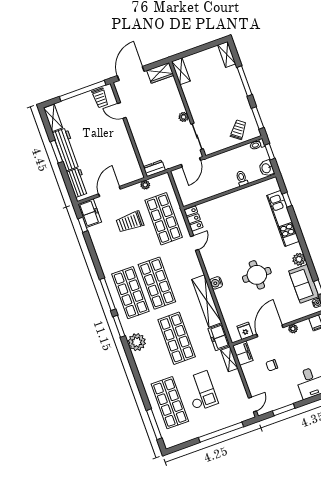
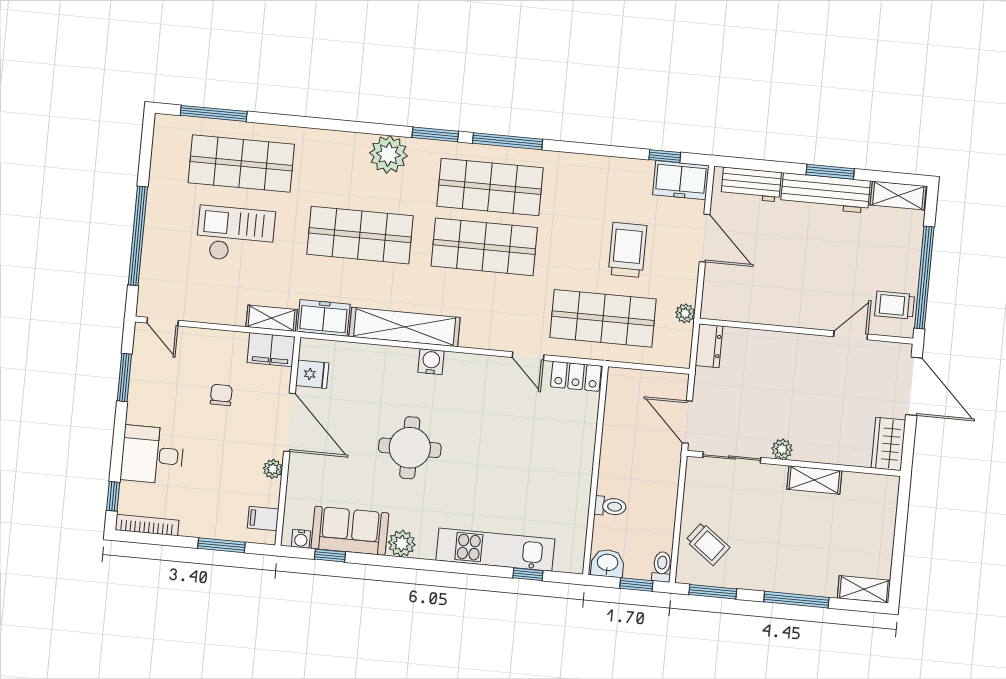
shelving: (181, 71) -> (814, 480), moved
checkout: (201, 391) -> (235, 235), turned 180

